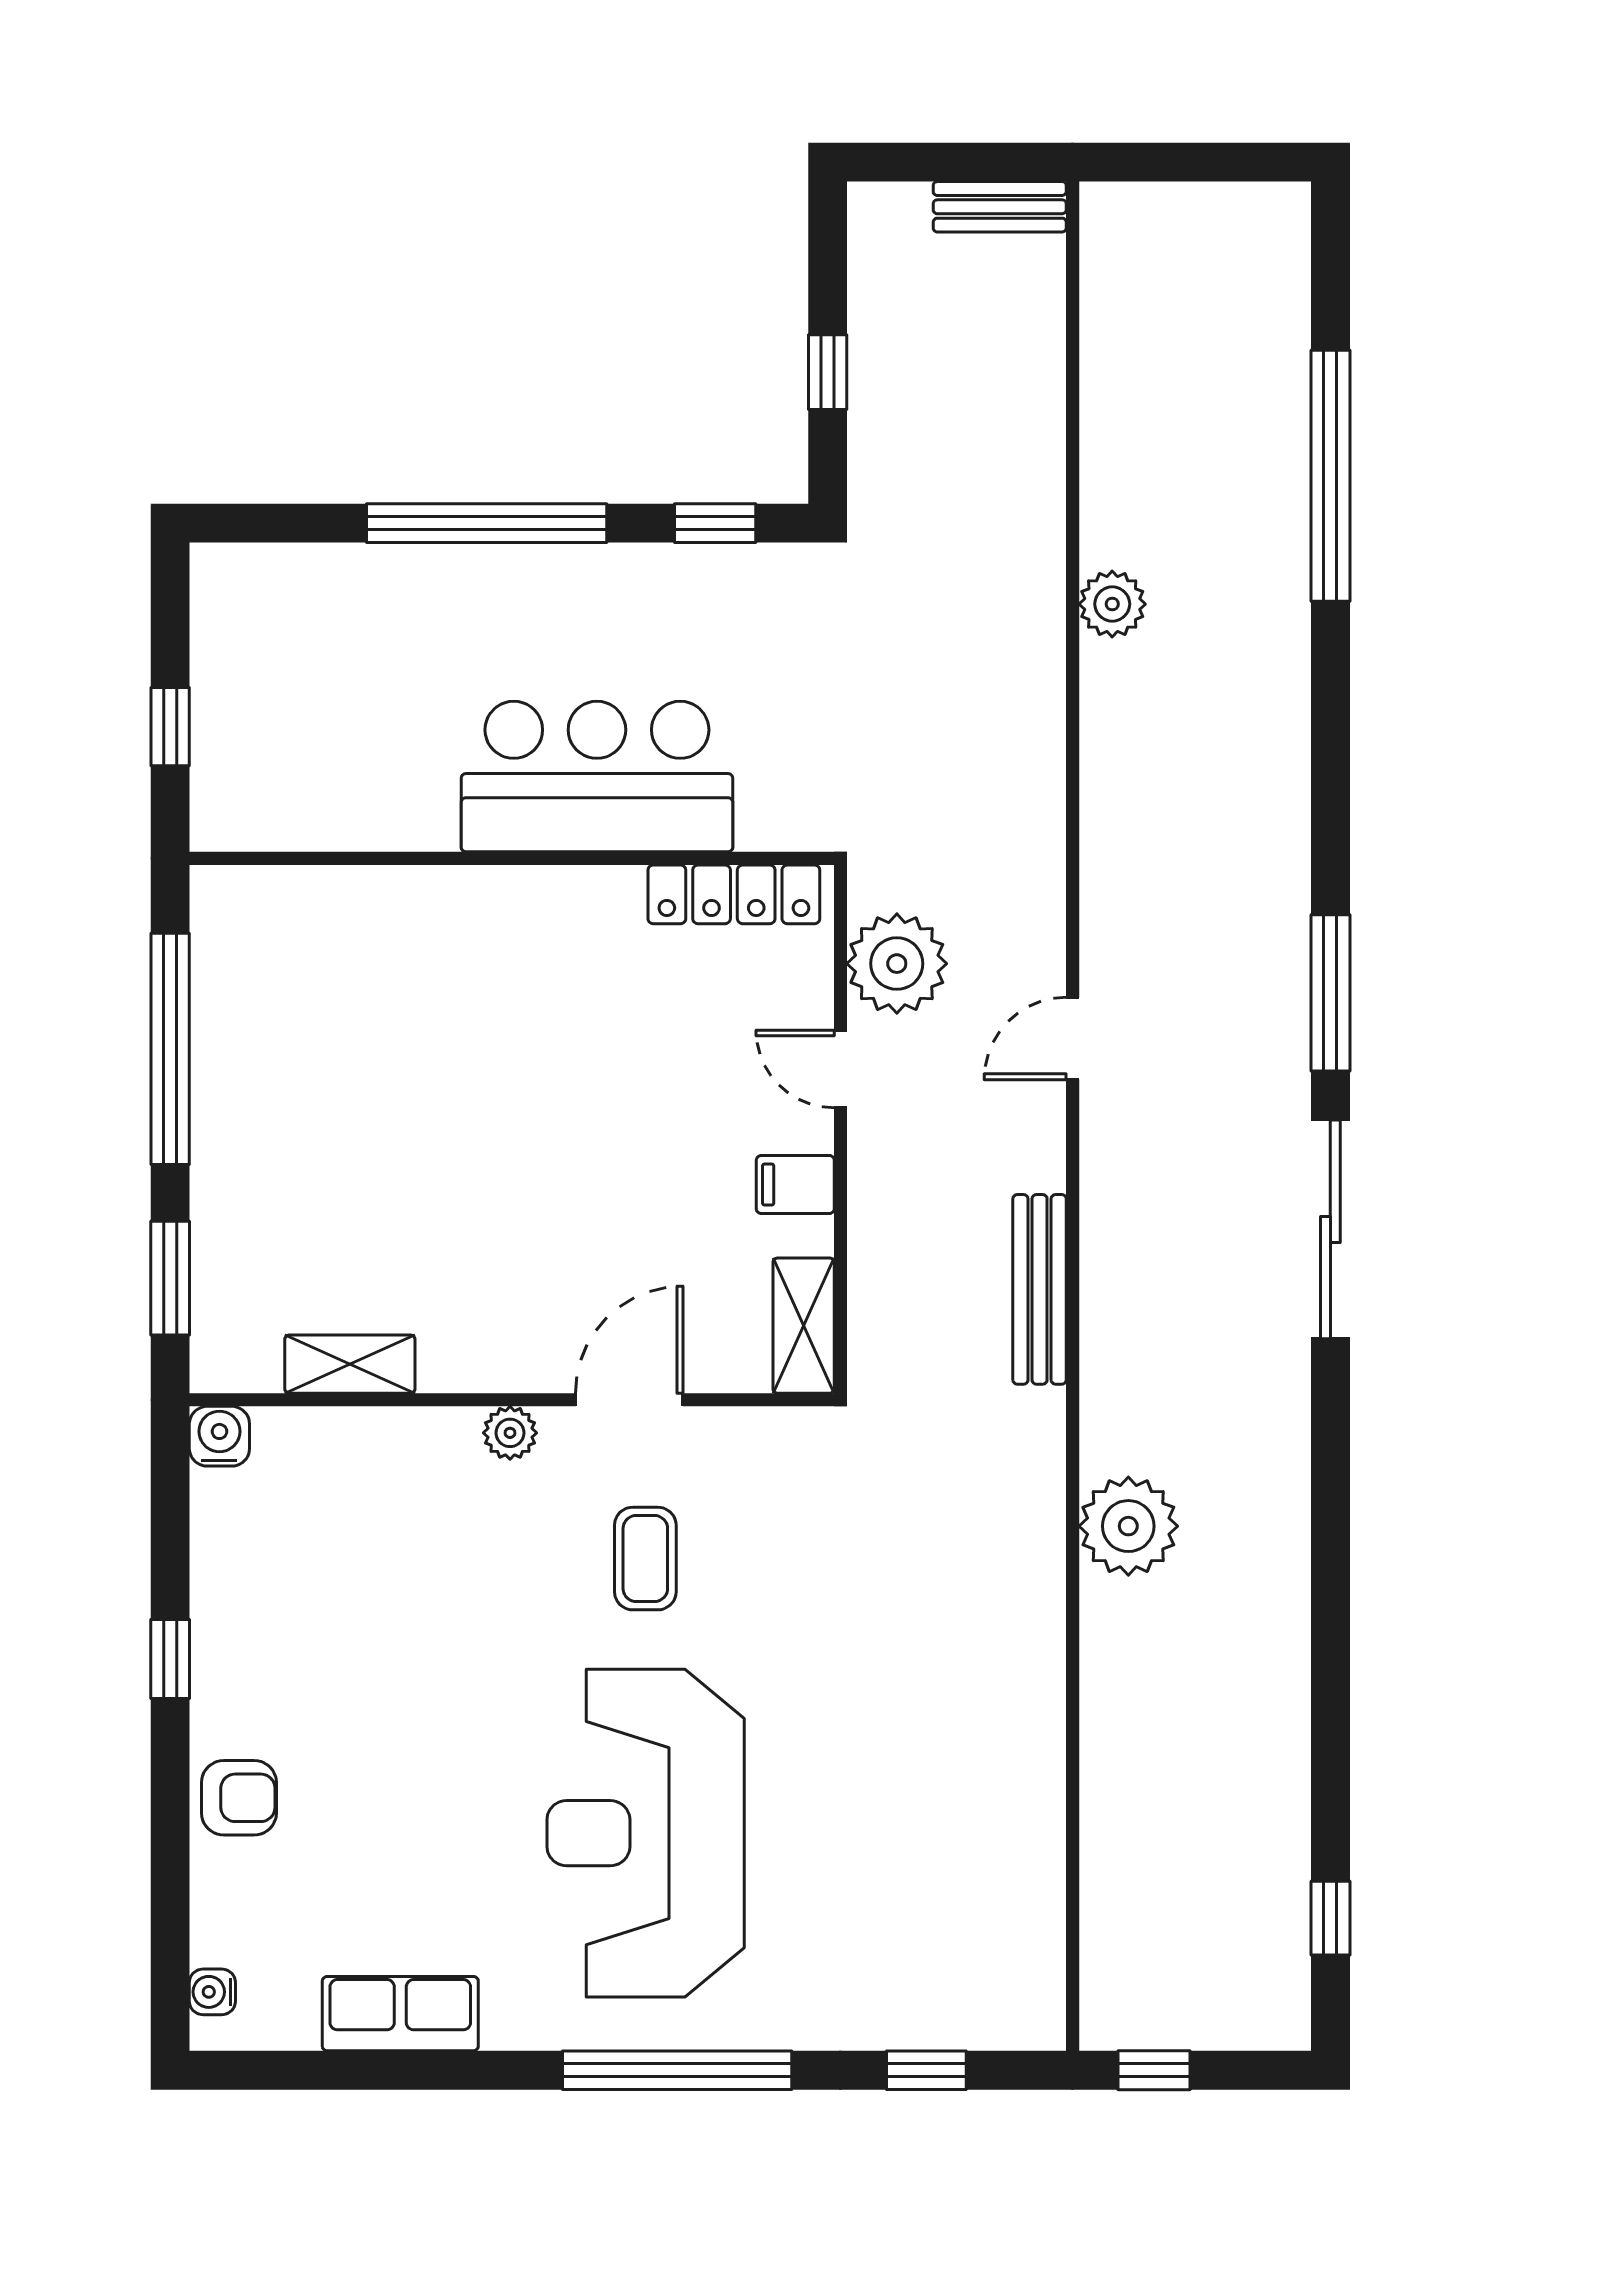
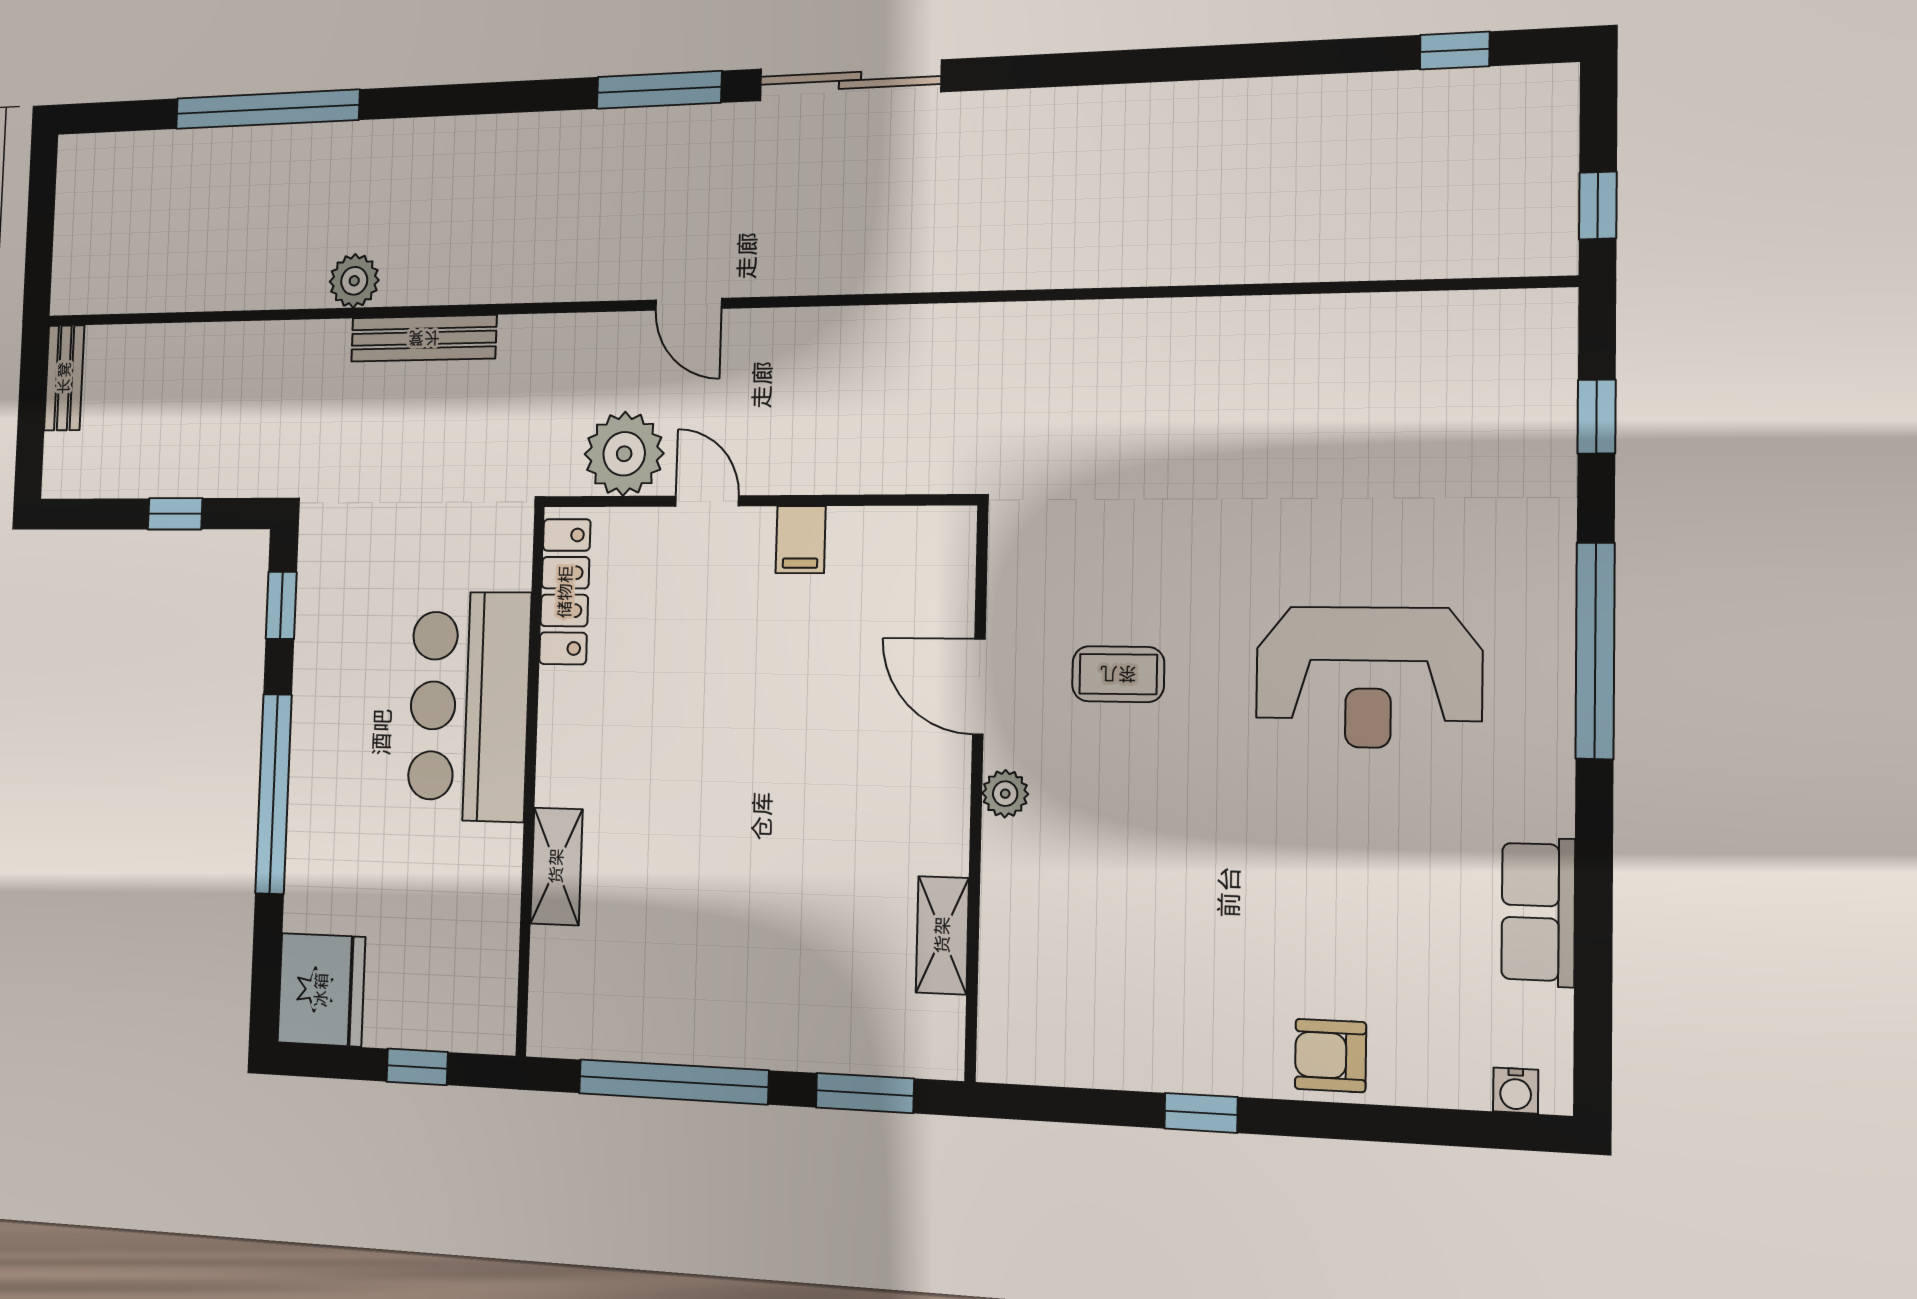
fridge: (255, 598) -> (321, 990), added
door: (841, 1069) -> (707, 501), swing flipped
bench: (1040, 1289) -> (424, 338), moved
shelving: (804, 1326) -> (556, 866), moved, turned 90
water cooler: (219, 1436) -> (1002, 1056), removed
plant: (1128, 1526) -> (1098, 245), removed
armchair: (239, 1798) -> (1330, 1056), turned -90
reception desk: (646, 1833) -> (1368, 677), width x0.74, depth x0.77

